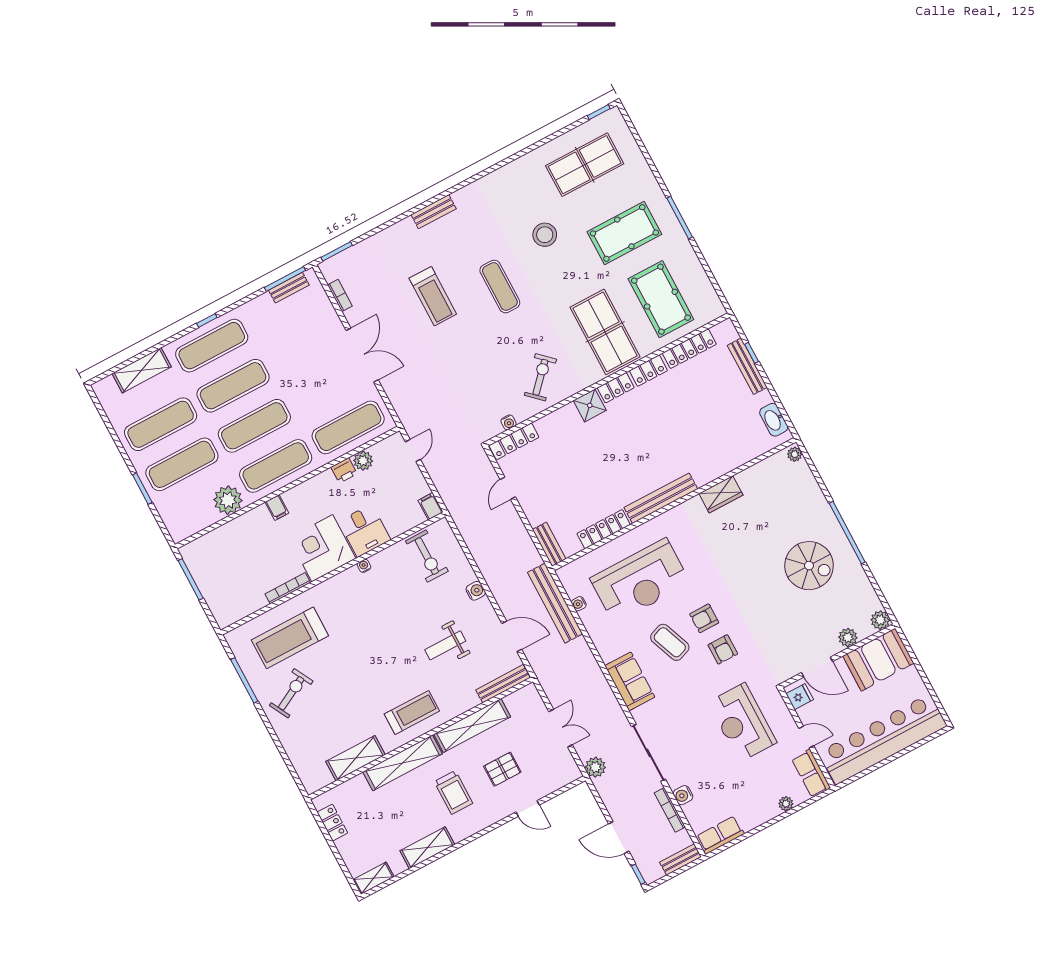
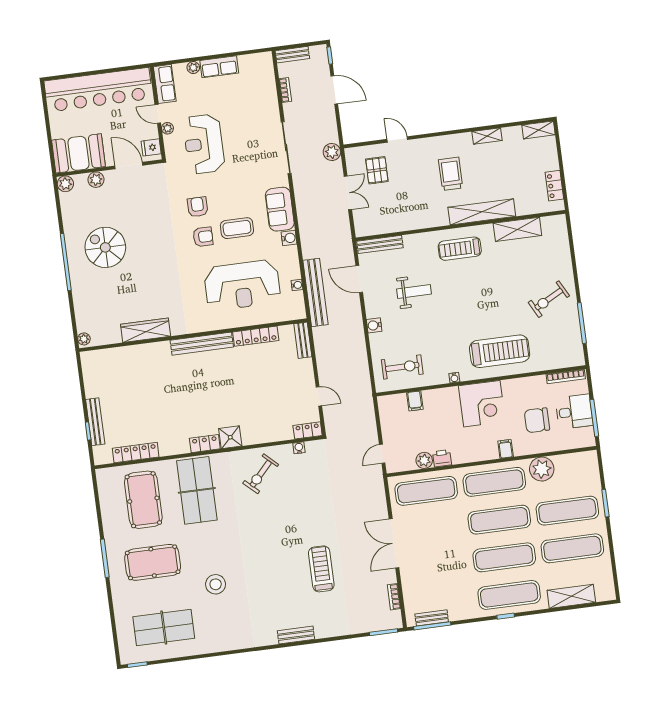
exercise mat: (500, 286) -> (266, 557), removed
locker: (648, 371) -> (174, 447), removed
washbasin: (774, 420) -> (90, 372), removed
locker: (514, 441) -> (308, 430), width x0.66
door: (508, 488) -> (319, 396), hinge flipped
wardrobe: (721, 494) -> (146, 330), width x1.50
filing cabinet: (431, 506) -> (415, 401), moved
desk: (365, 531) -> (574, 412), moved, turned 90
chair: (254, 553) -> (537, 420), added
exercise bike: (427, 556) -> (402, 367), turned 90
reception desk: (640, 581) -> (242, 285), turned 180
bookcase: (288, 588) -> (566, 377), moved
treadmill: (290, 638) -> (500, 351), moved
coffee table: (670, 642) -> (237, 228), turned -69
reception desk: (742, 722) -> (204, 144), turned 180
shelving: (472, 725) -> (416, 221), removed
plant: (789, 725) -> (167, 128), added
double door: (561, 728) -> (348, 193), swing flipped
pallet: (502, 769) -> (377, 170), moved, turned 90
water cooler: (683, 795) -> (289, 238), moved
bookcase: (670, 810) -> (285, 90), width x0.64
row of seats: (720, 835) -> (219, 67), moved
shelving: (427, 848) -> (487, 136), width x0.67, depth x0.75

